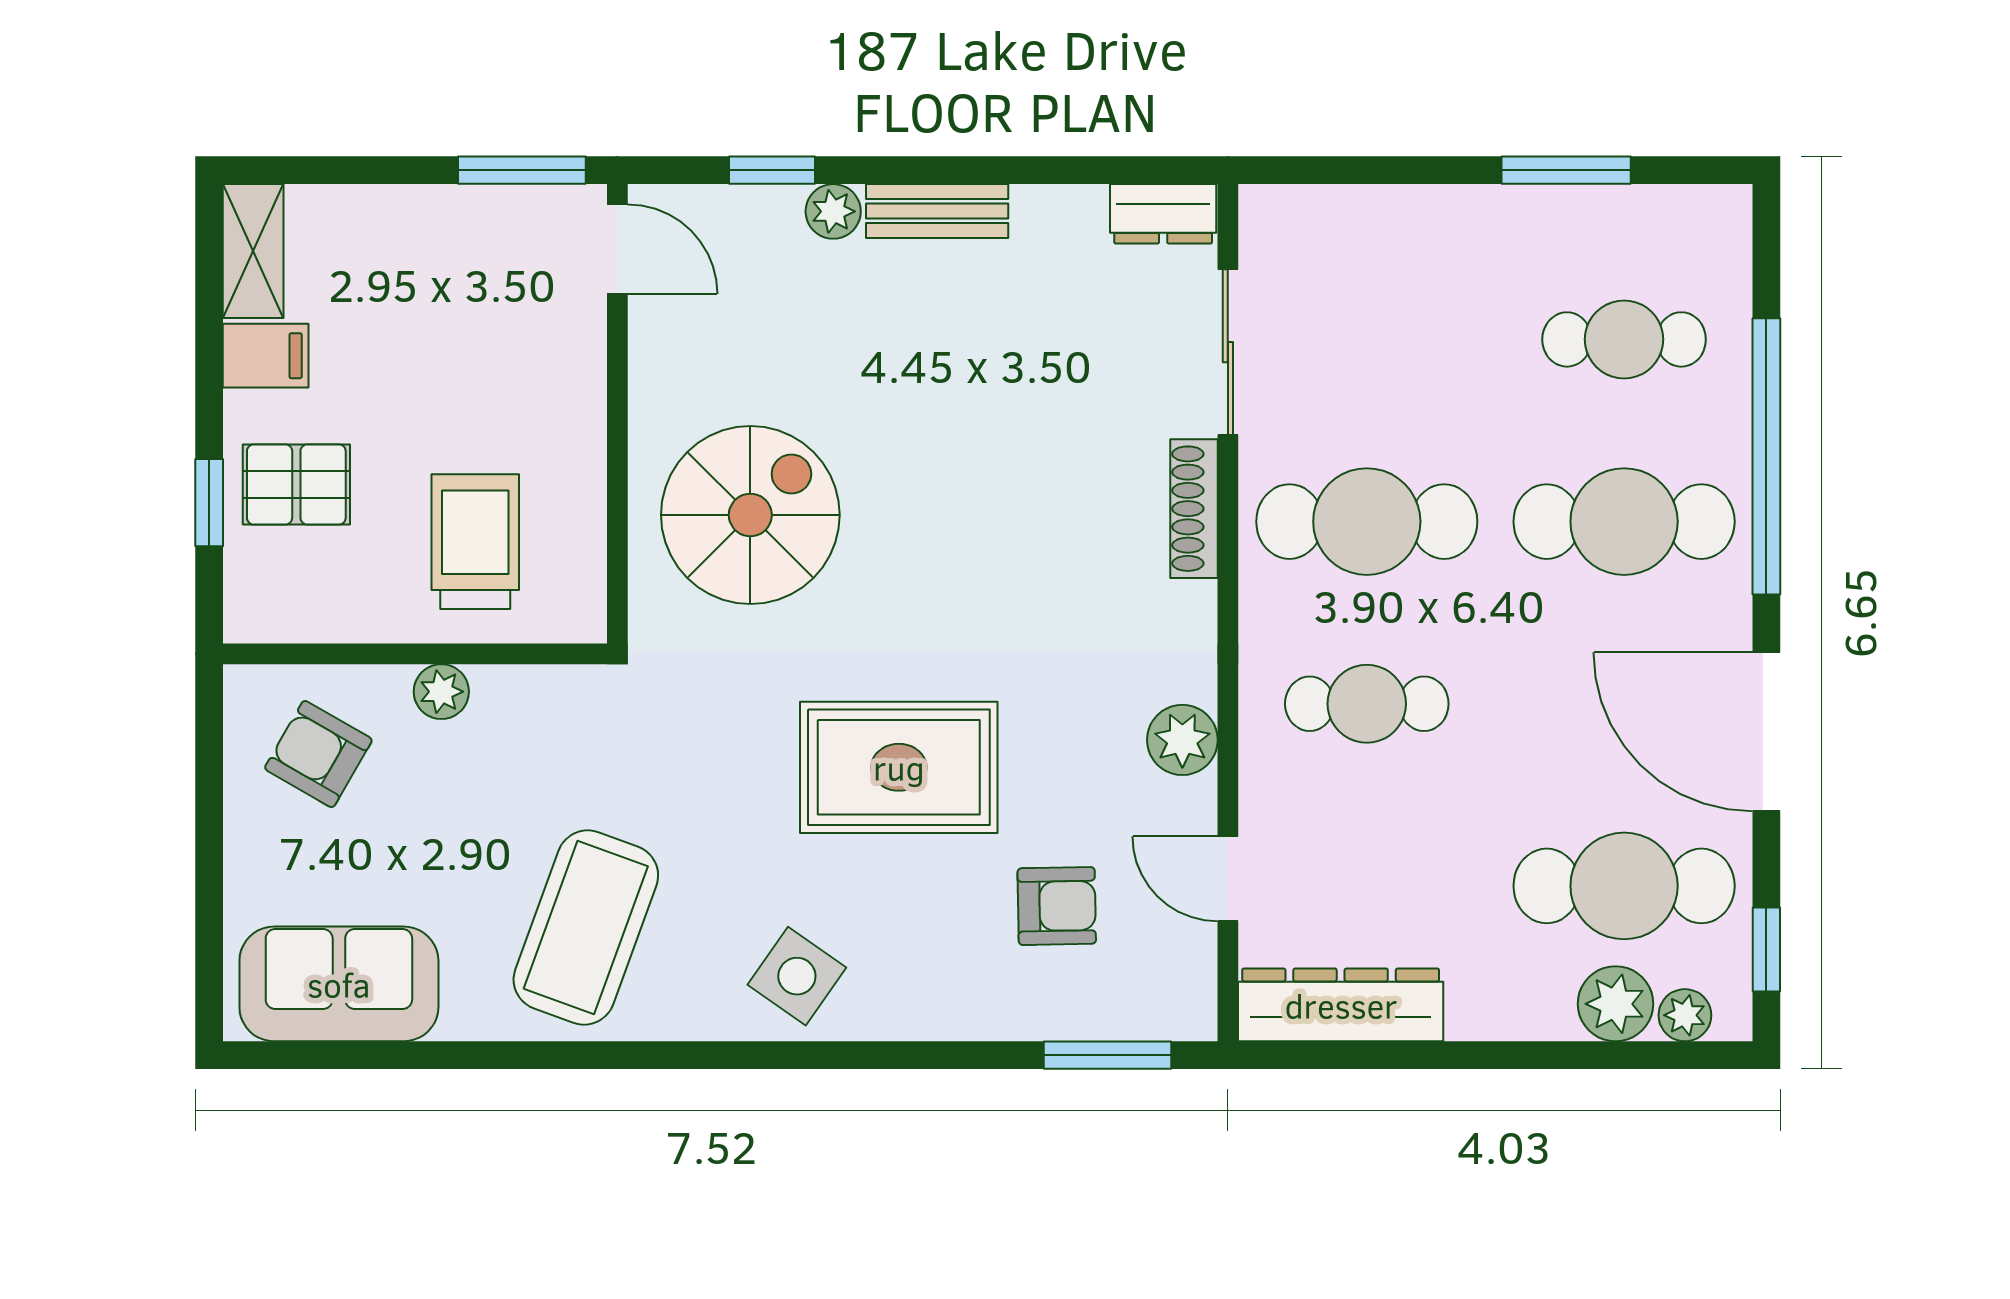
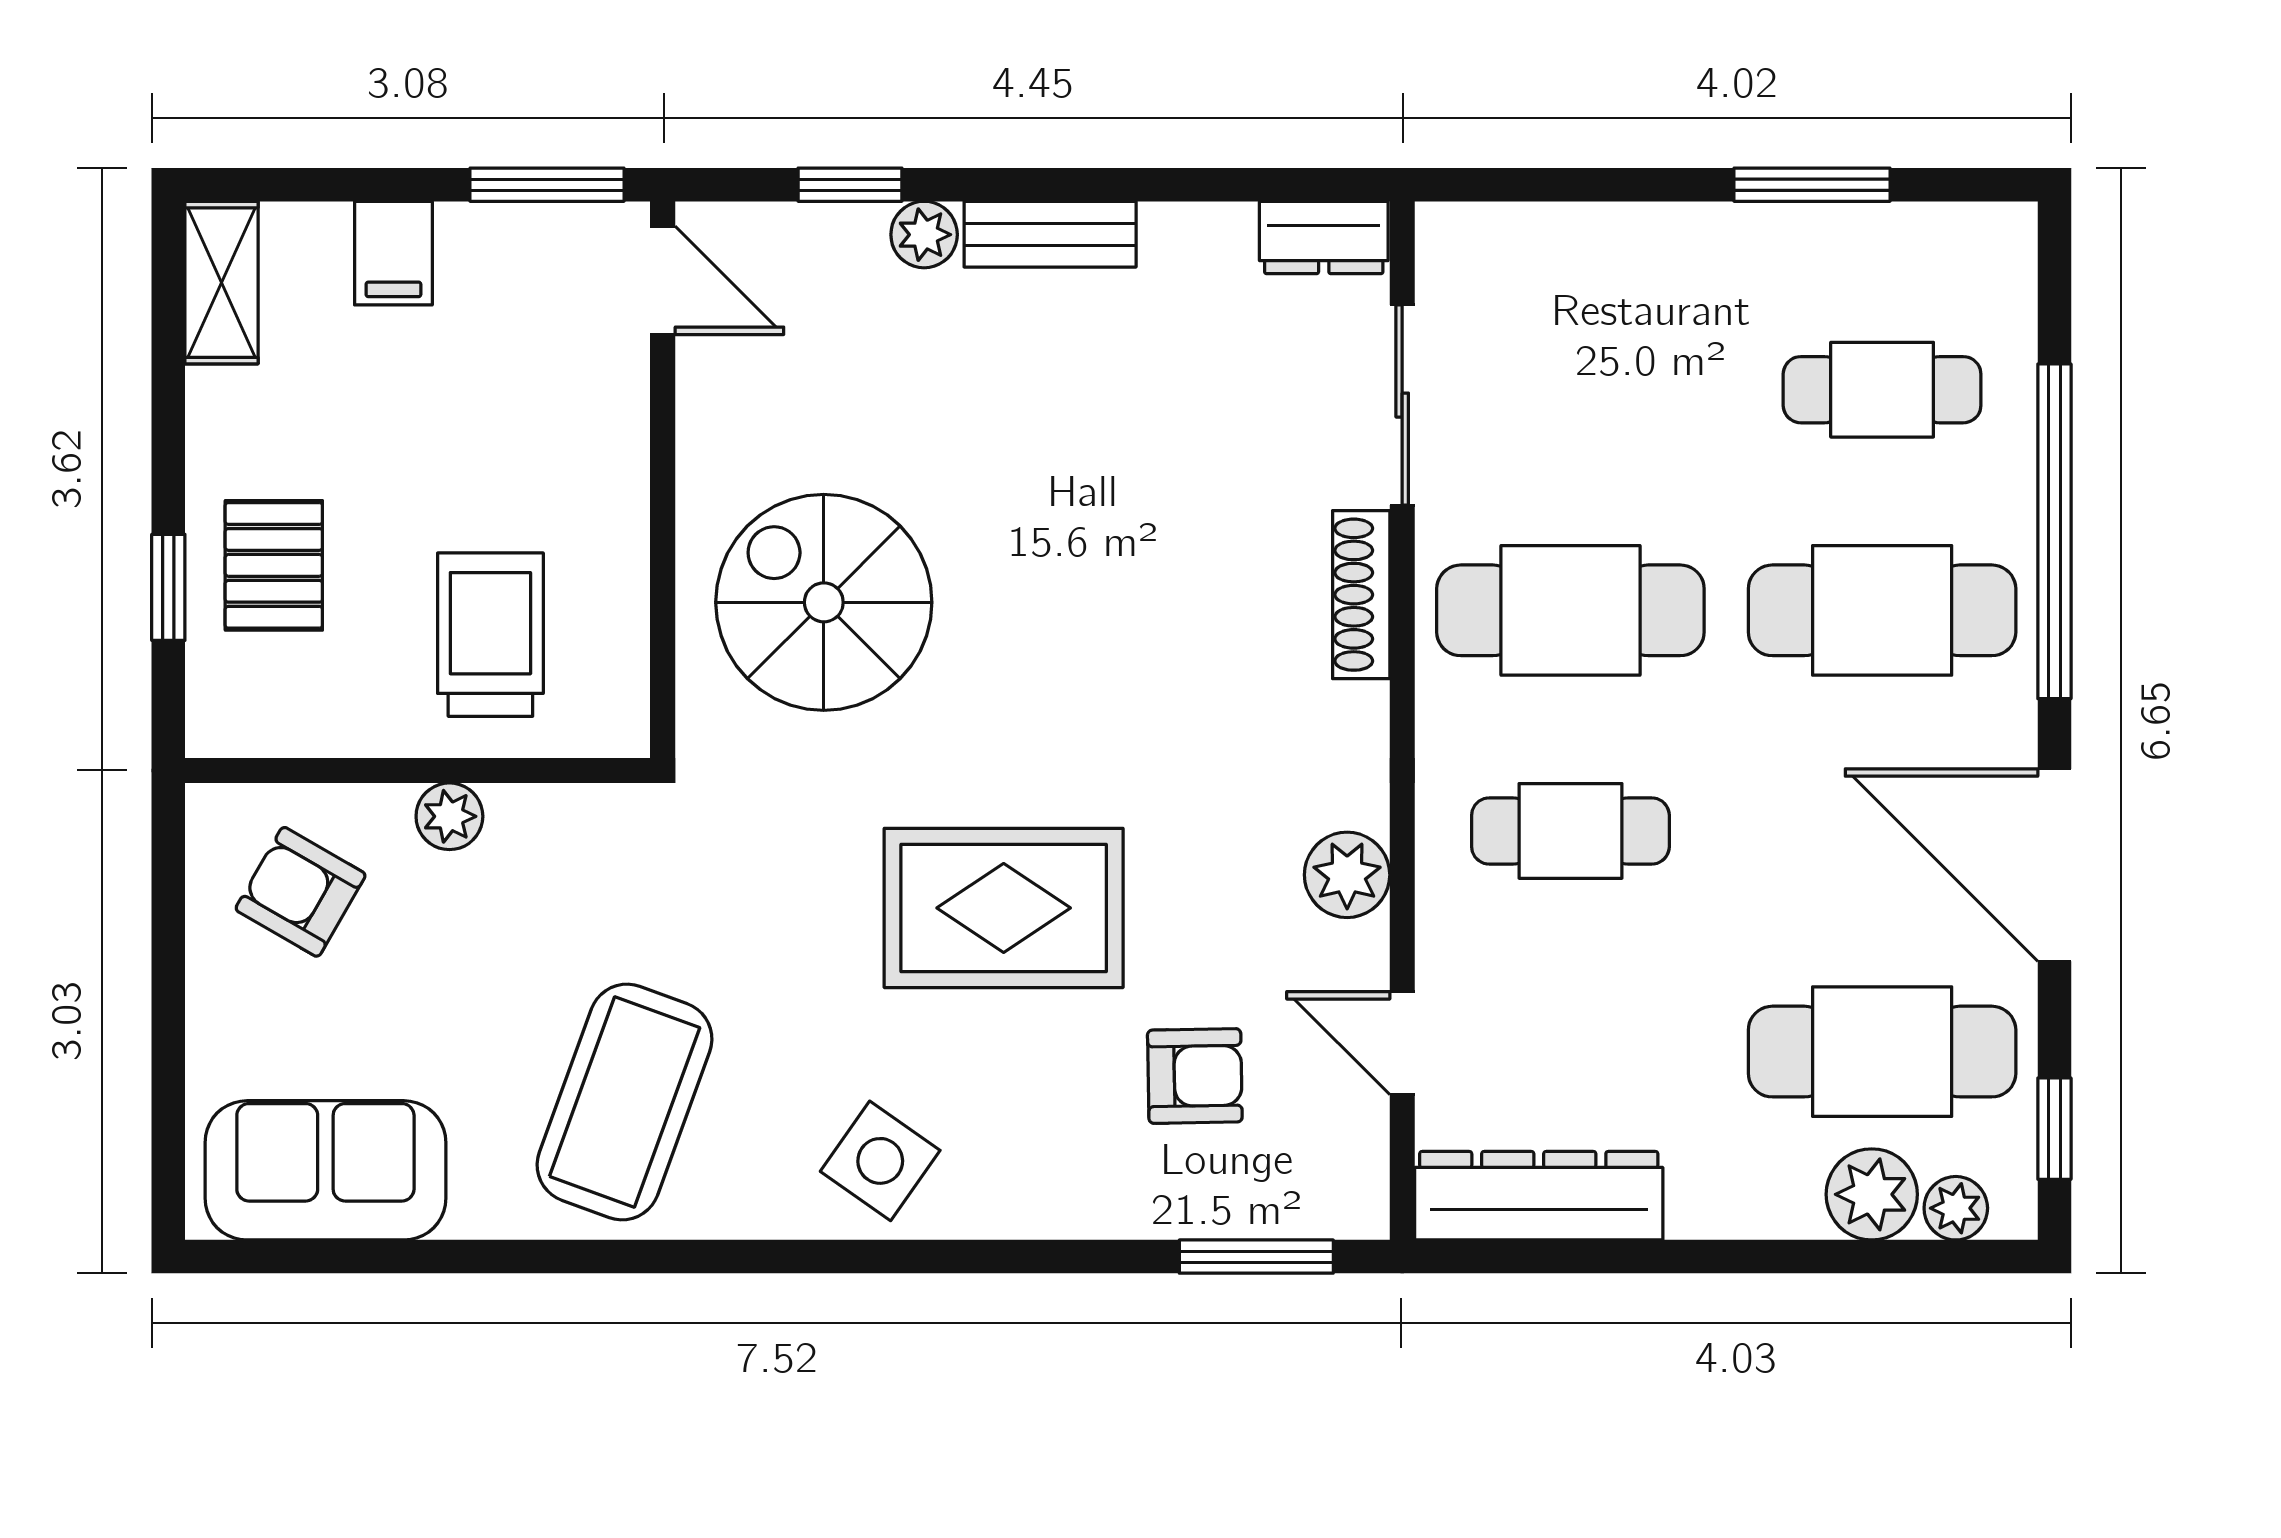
filing cabinet: (266, 356) -> (393, 253), moved, turned 90
pallet: (296, 484) -> (274, 565), turned 90
spiral stairs: (750, 515) -> (824, 602), turned -90

